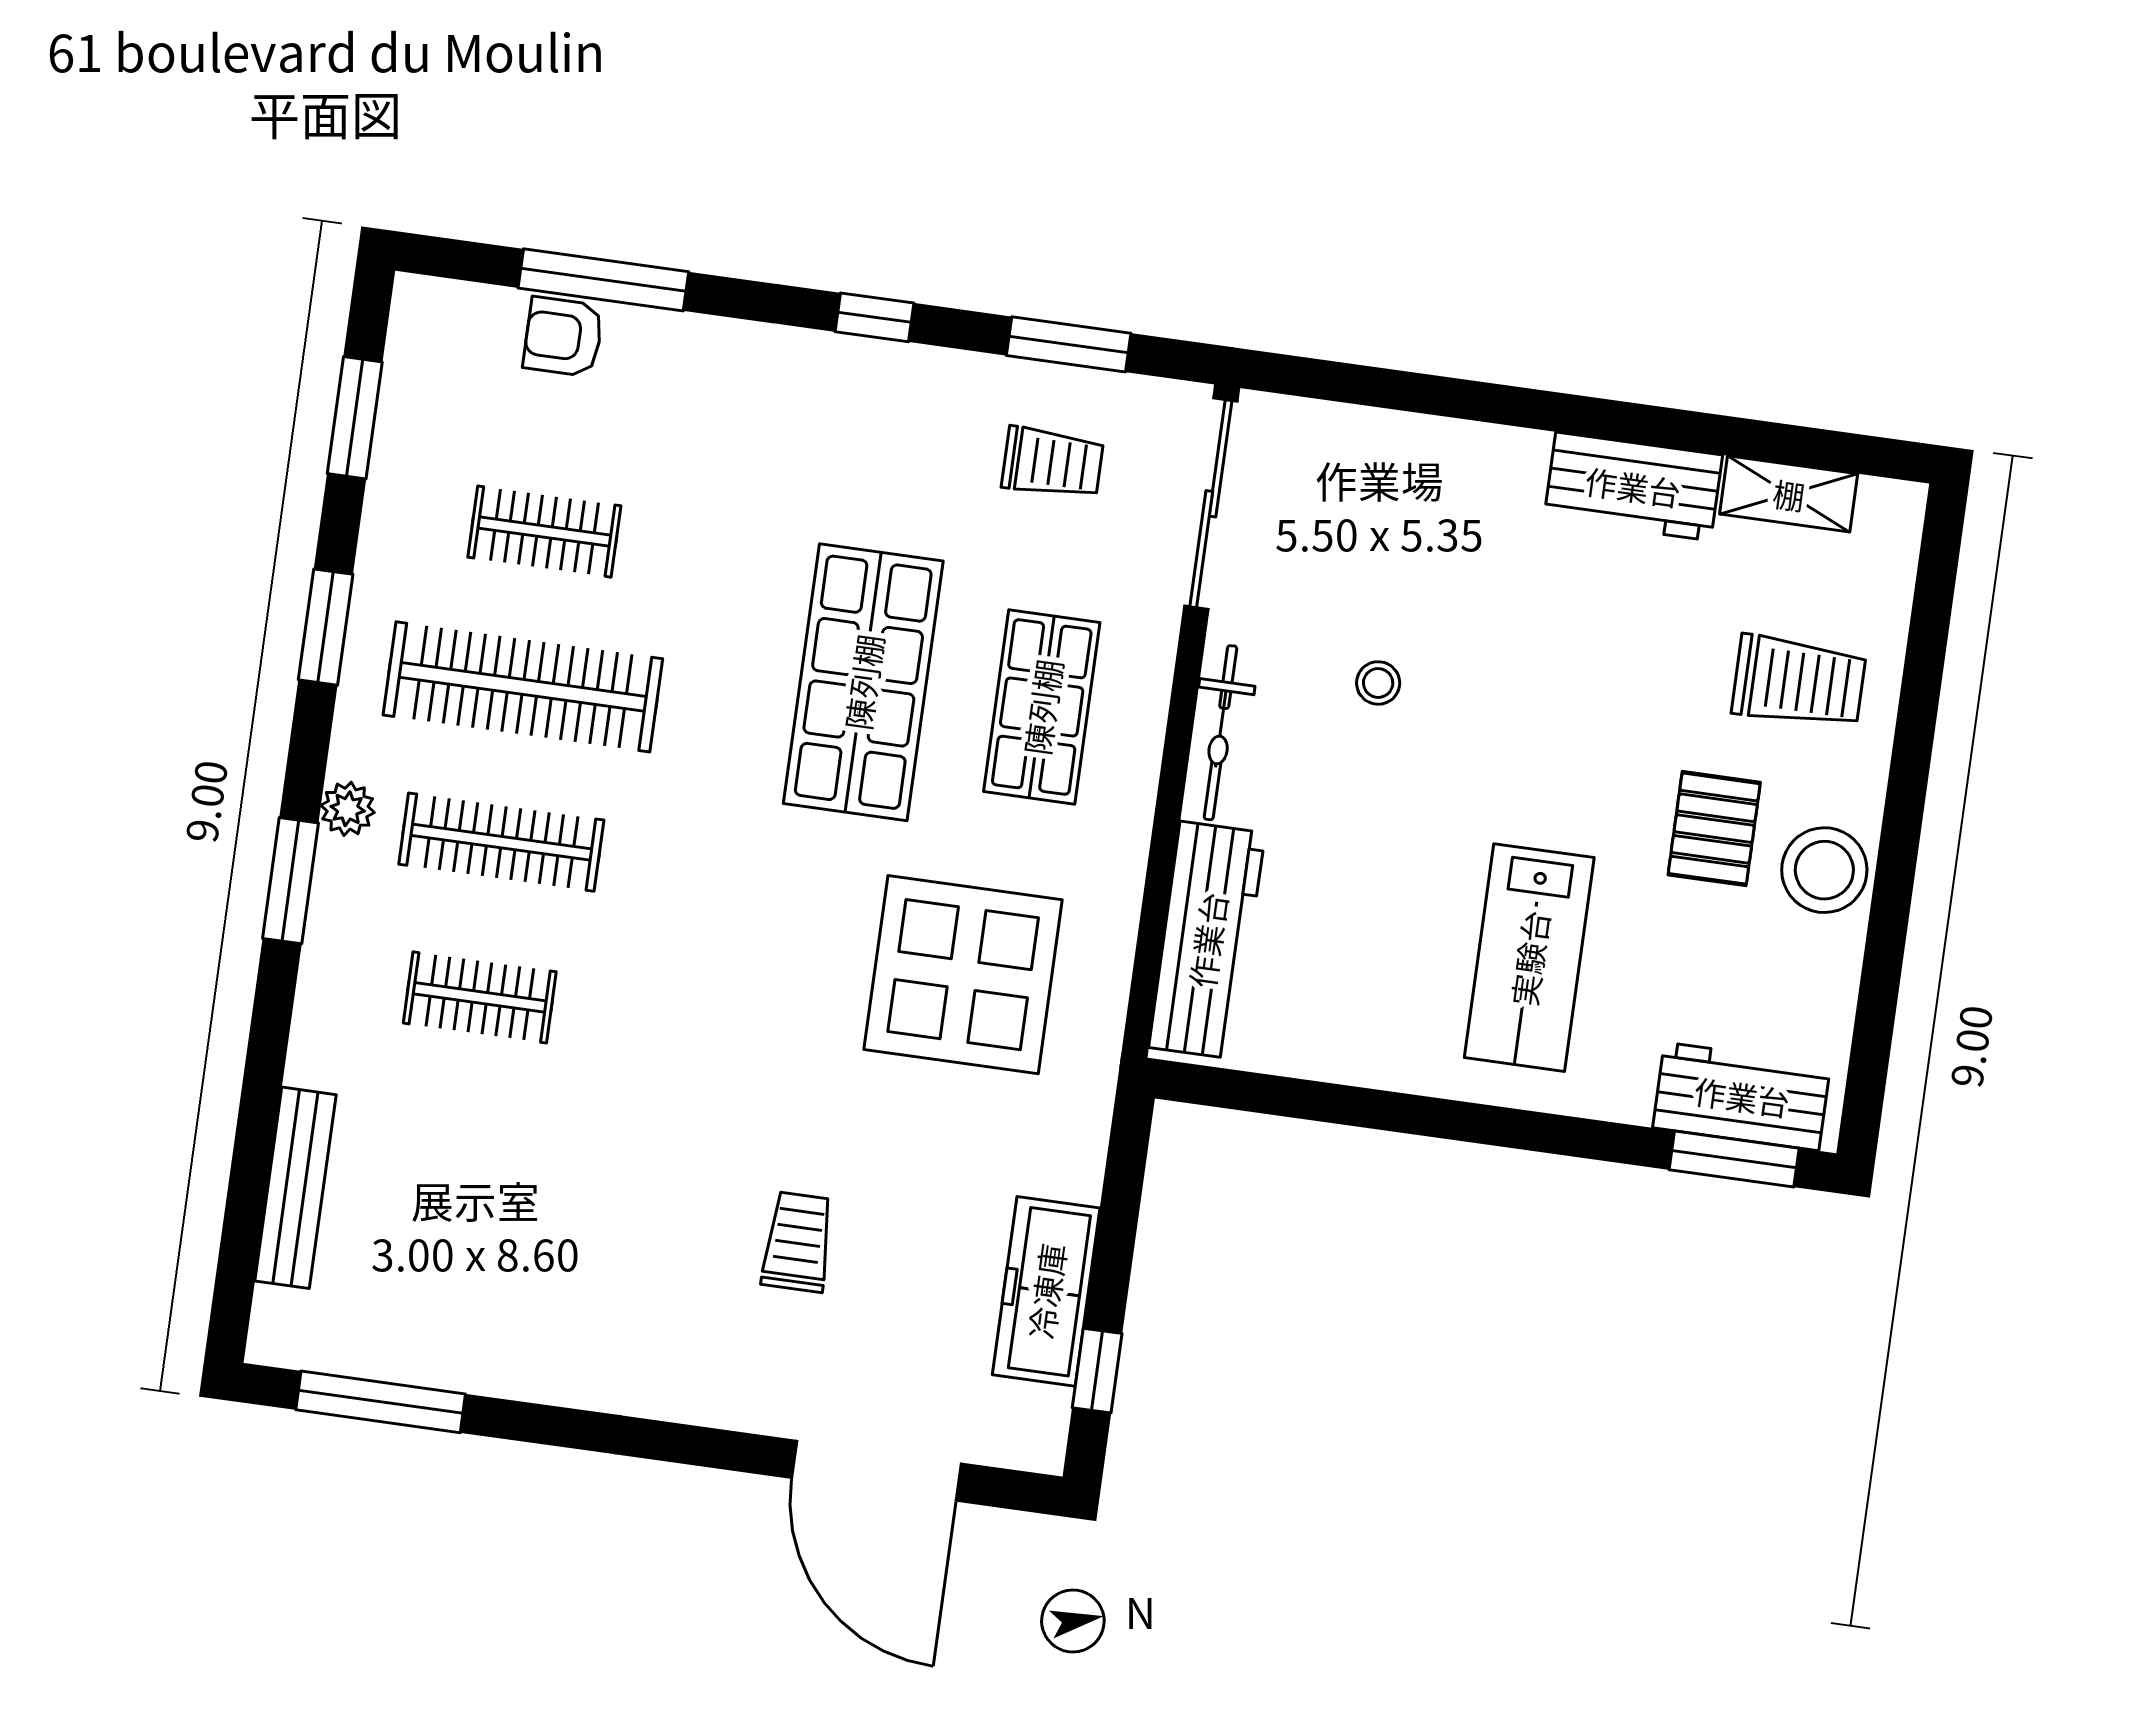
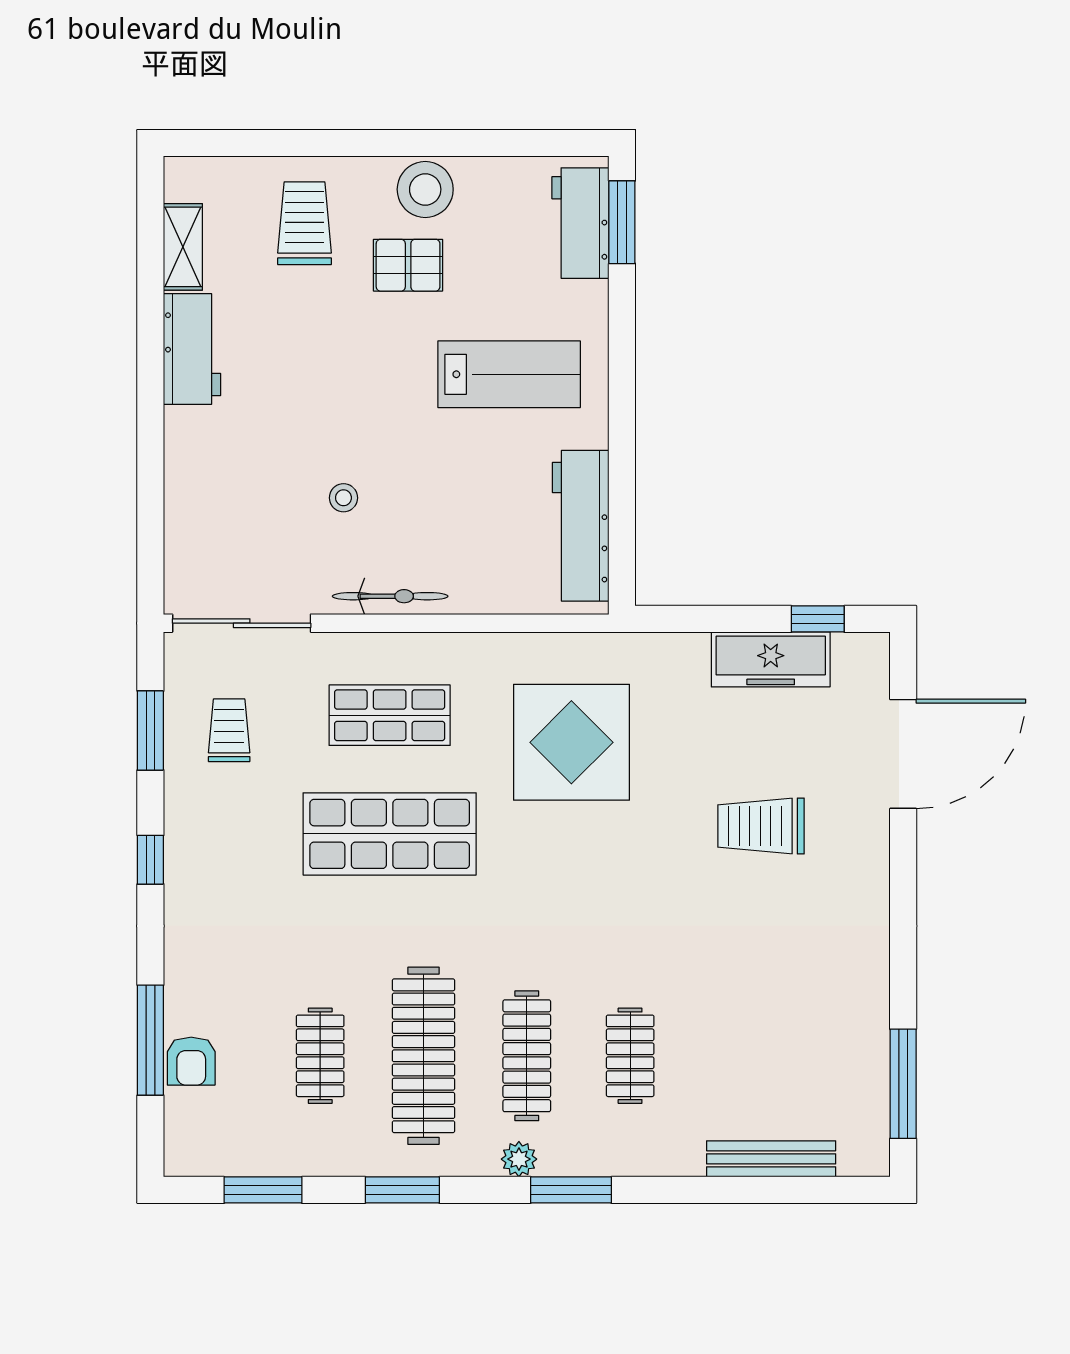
workbench: (1207, 940) -> (581, 526), moved, turned -90
trolley: (798, 1242) -> (761, 826), width x1.36, depth x1.39

